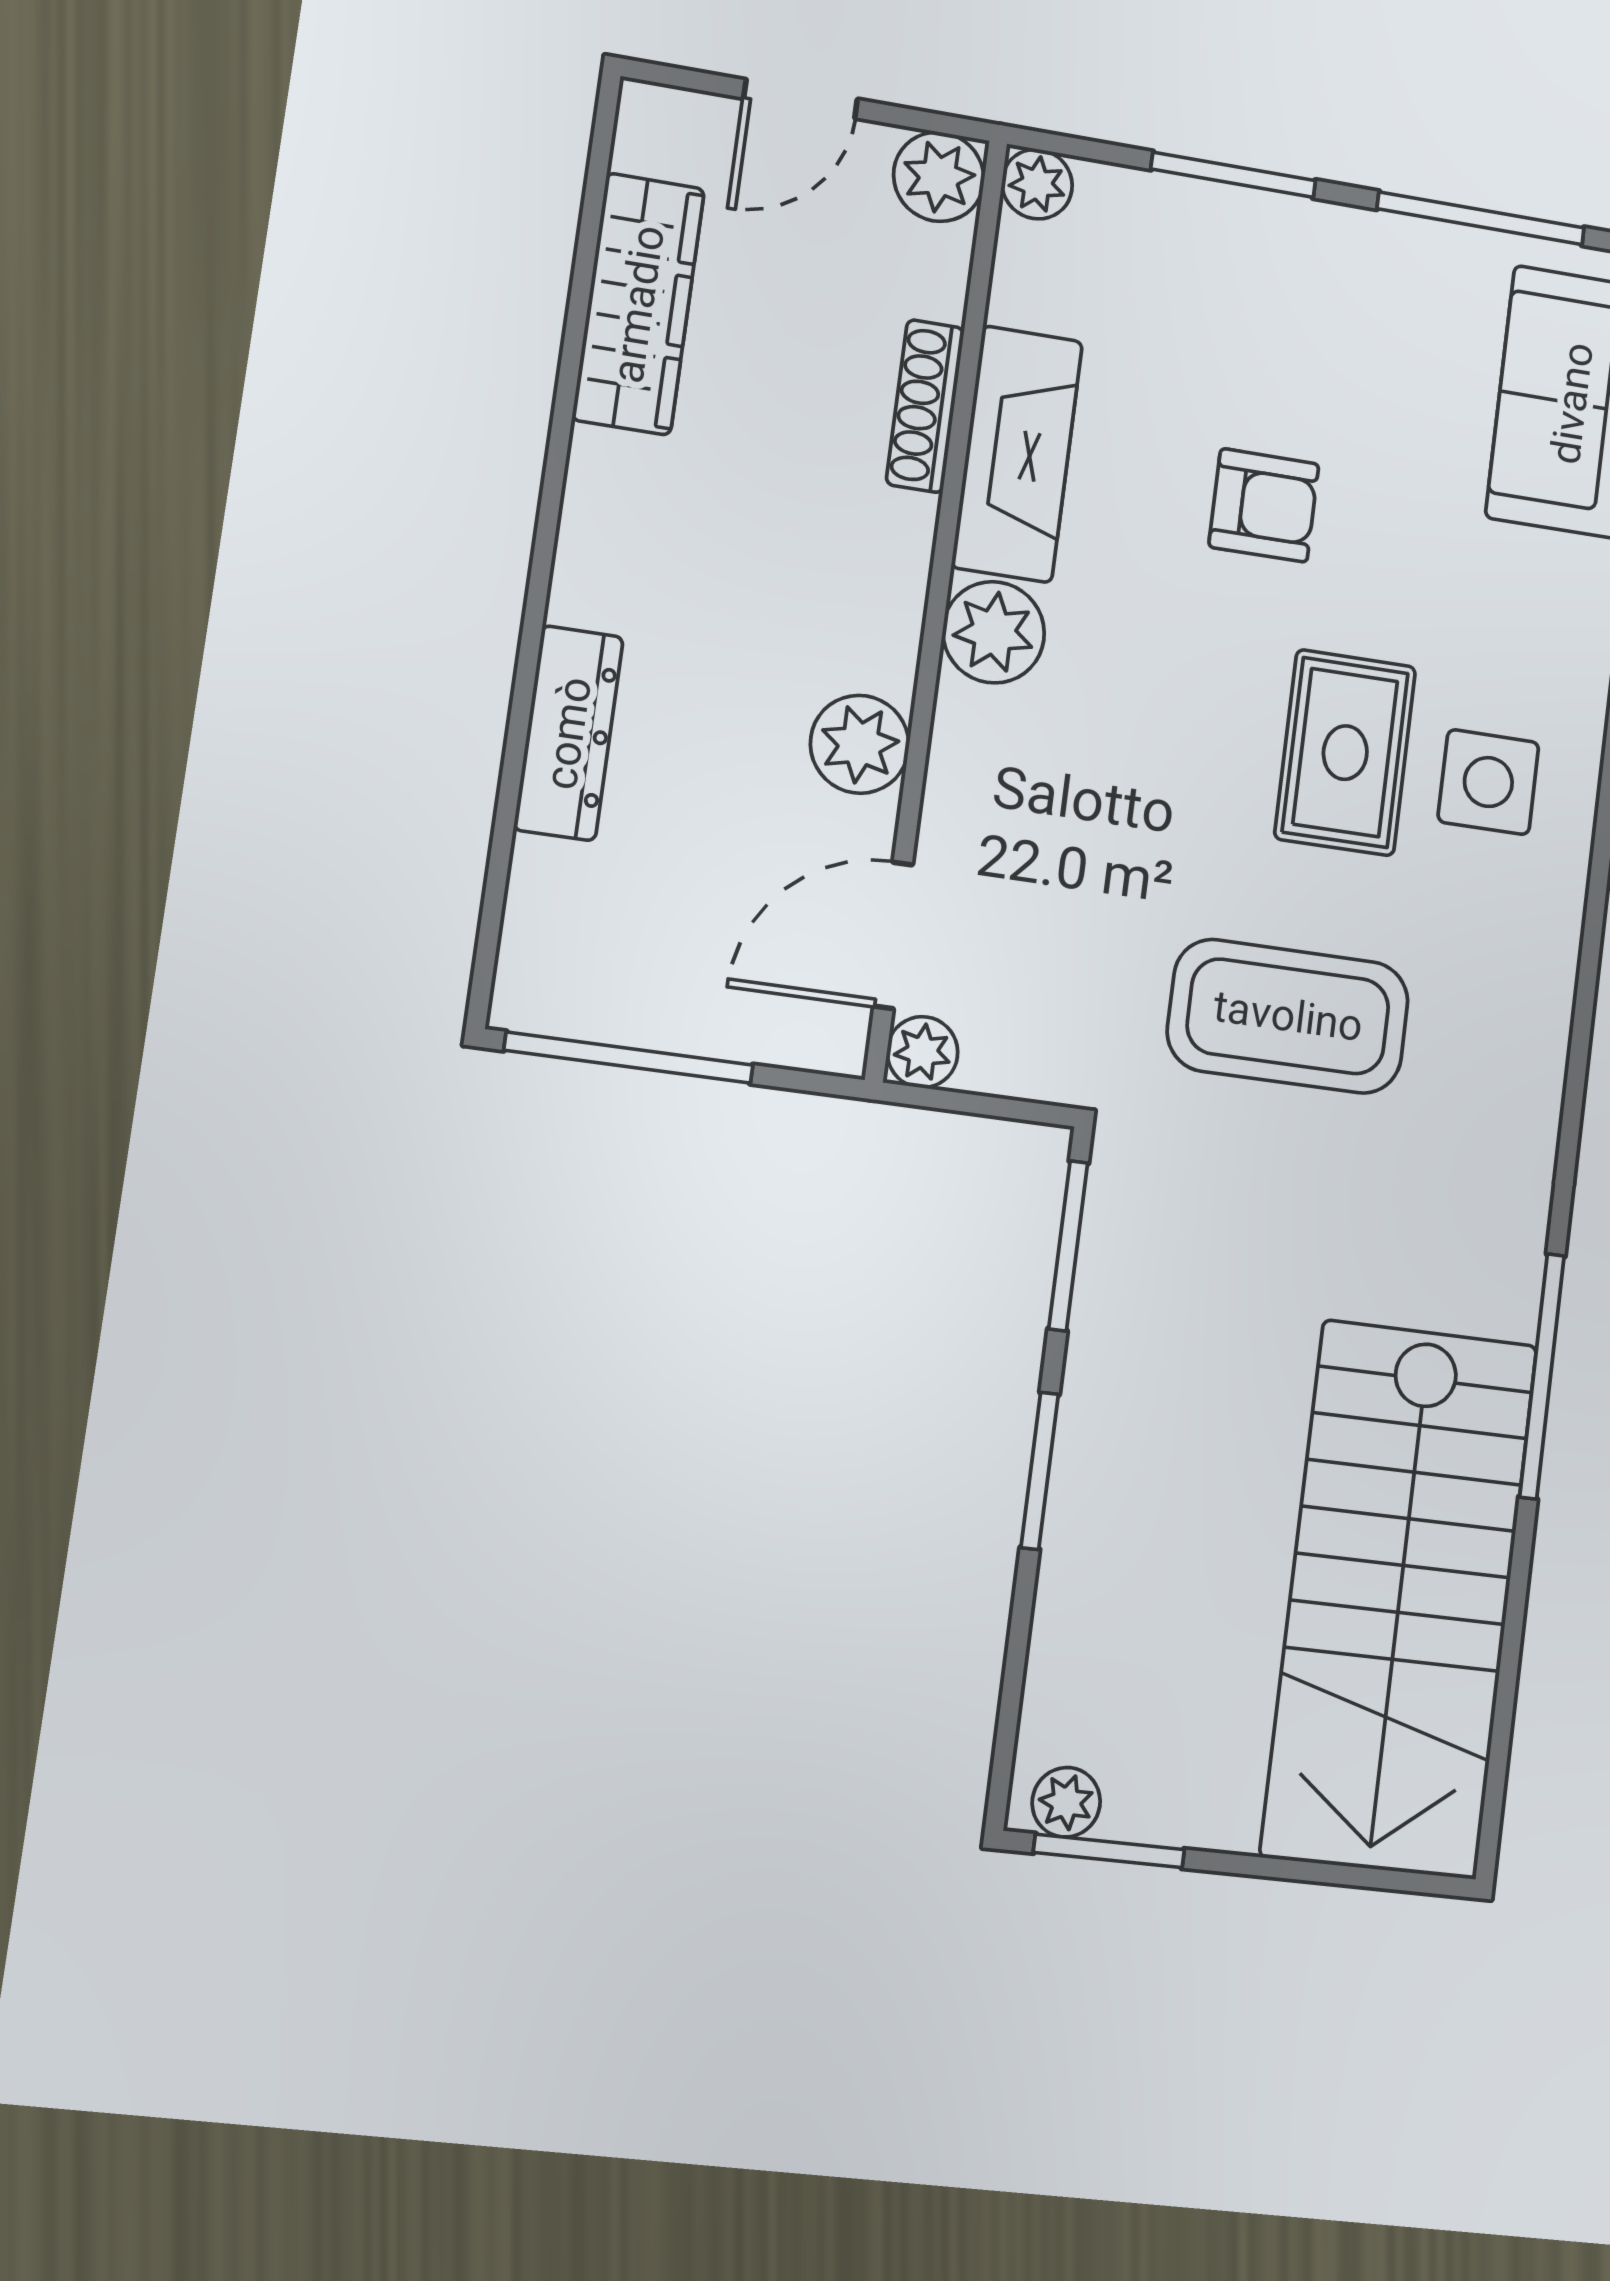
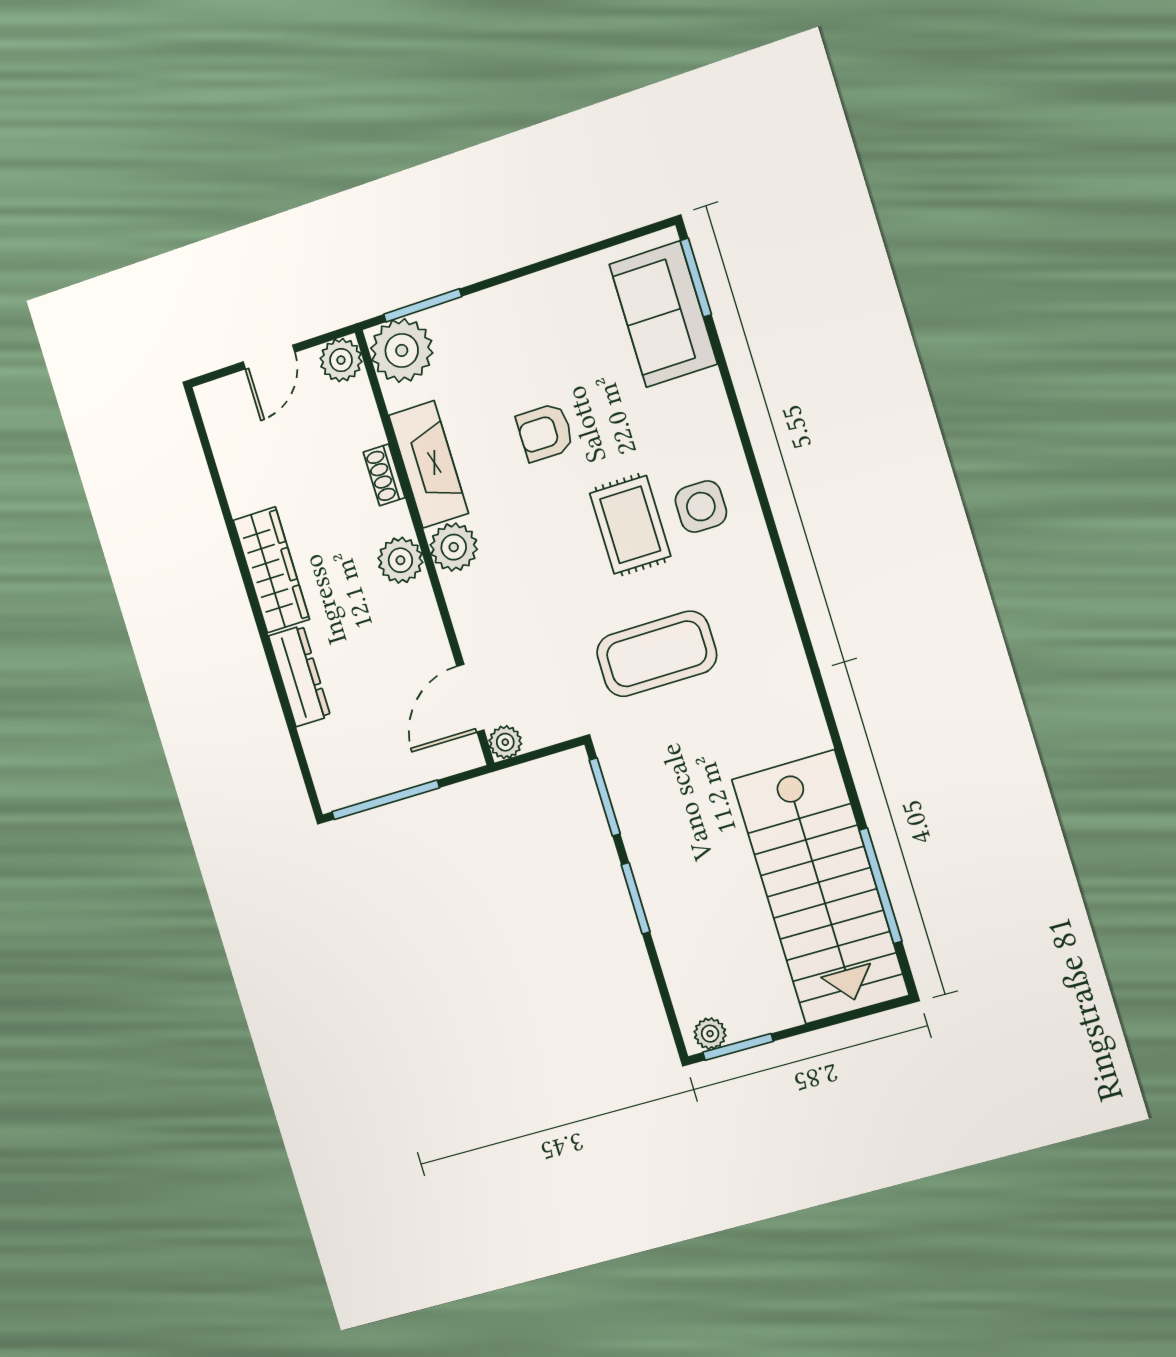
window: (1233, 175) -> (423, 305), moved
plant: (1037, 184) -> (402, 350), width x1.88, depth x1.88
window: (1481, 218) -> (584, 251), removed
wardrobe: (638, 304) -> (271, 570), moved
shoe rack: (925, 406) -> (384, 475), width x0.70
armchair: (1264, 505) -> (545, 432), turned 180
plant: (860, 744) -> (400, 560), moved
window: (1542, 1376) -> (881, 886), moved

